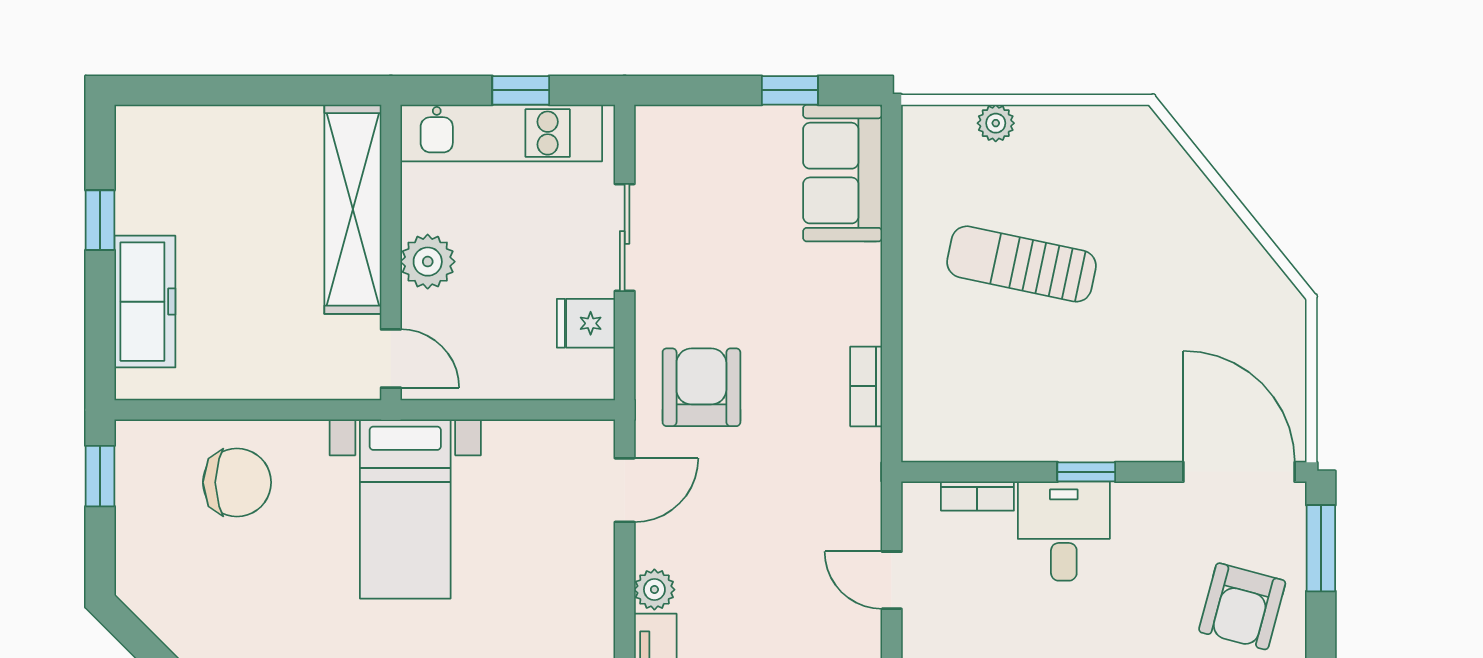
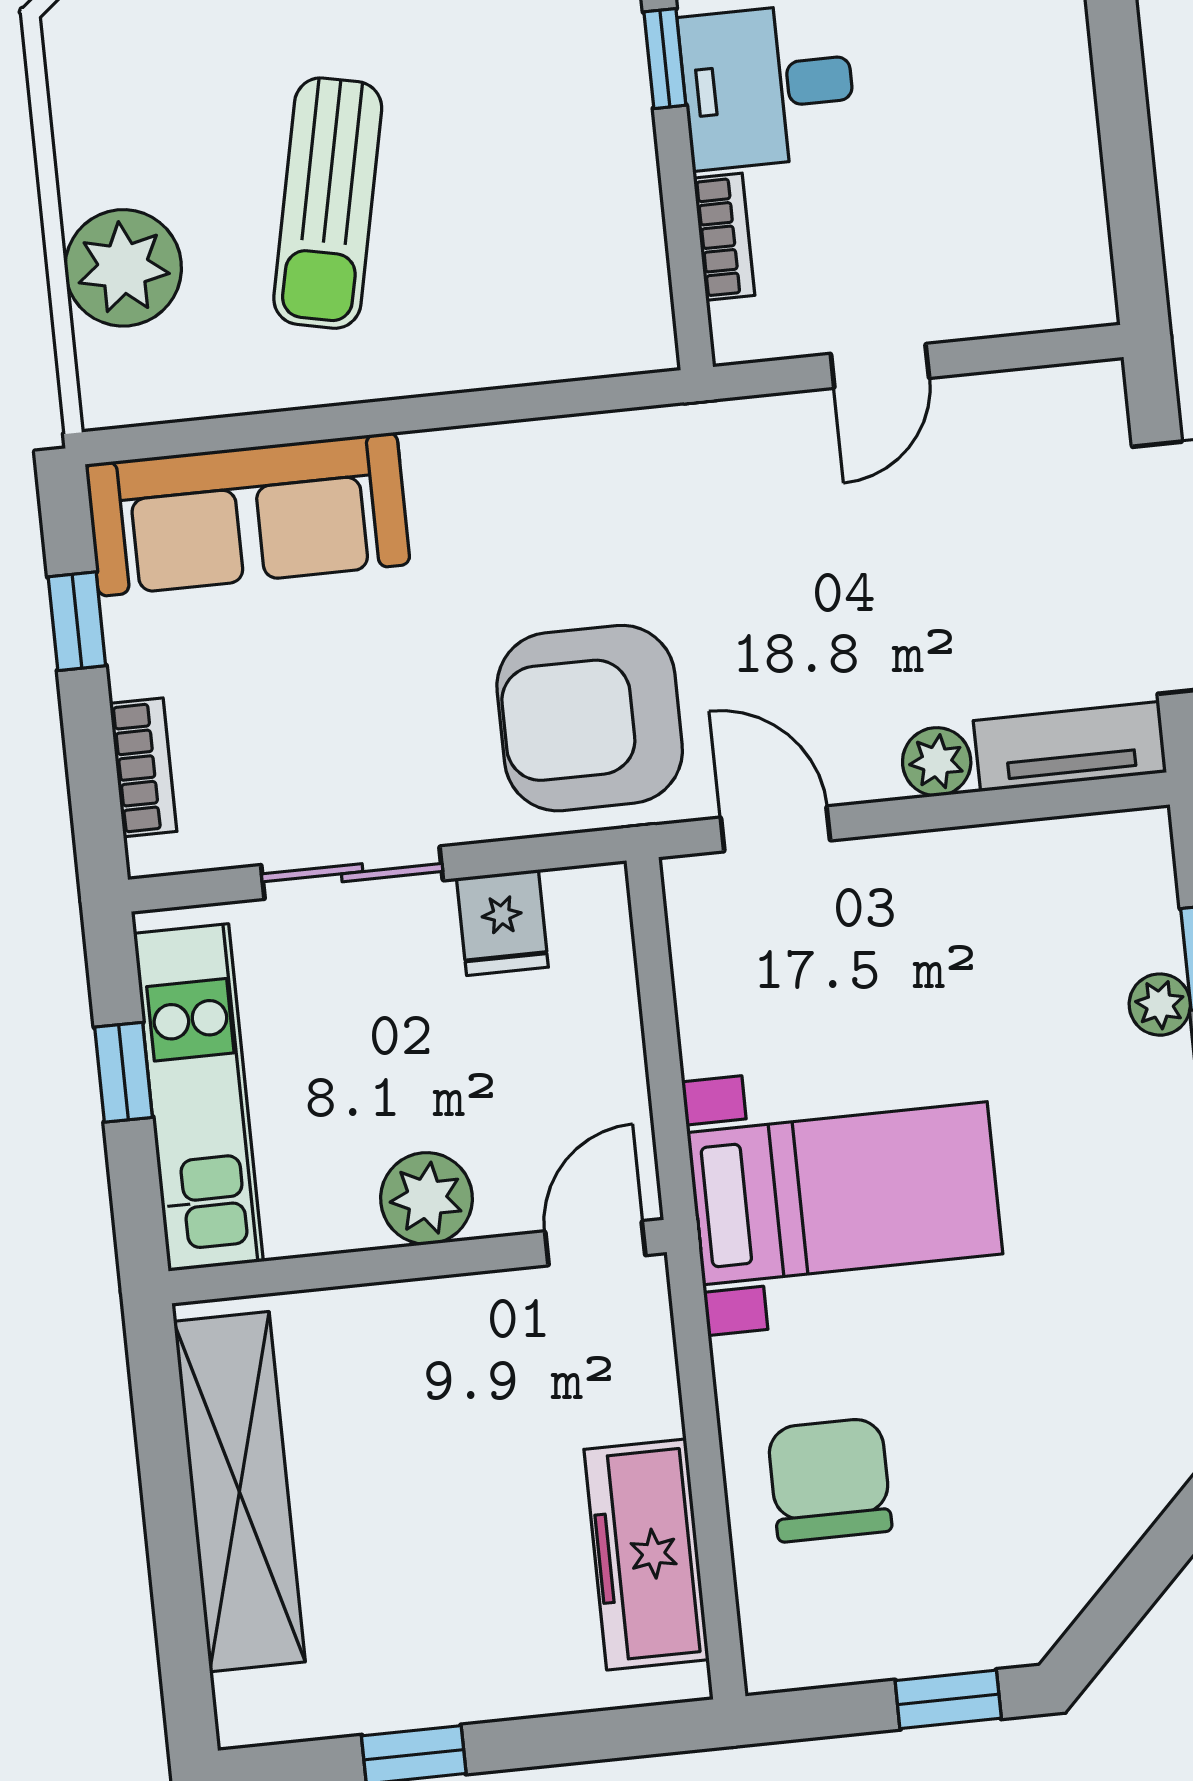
plant: (996, 123) -> (123, 268), width x1.87, depth x1.87
sofa: (843, 173) -> (248, 514), width x1.36
shelving: (353, 209) -> (239, 1492), moved, turned 90
freezer: (145, 302) -> (646, 1554), moved, turned -90
bookcase: (866, 386) -> (143, 767), moved, turned -90
armchair: (701, 387) -> (590, 718), width x1.36, depth x1.36
window: (100, 476) -> (948, 1699), moved

